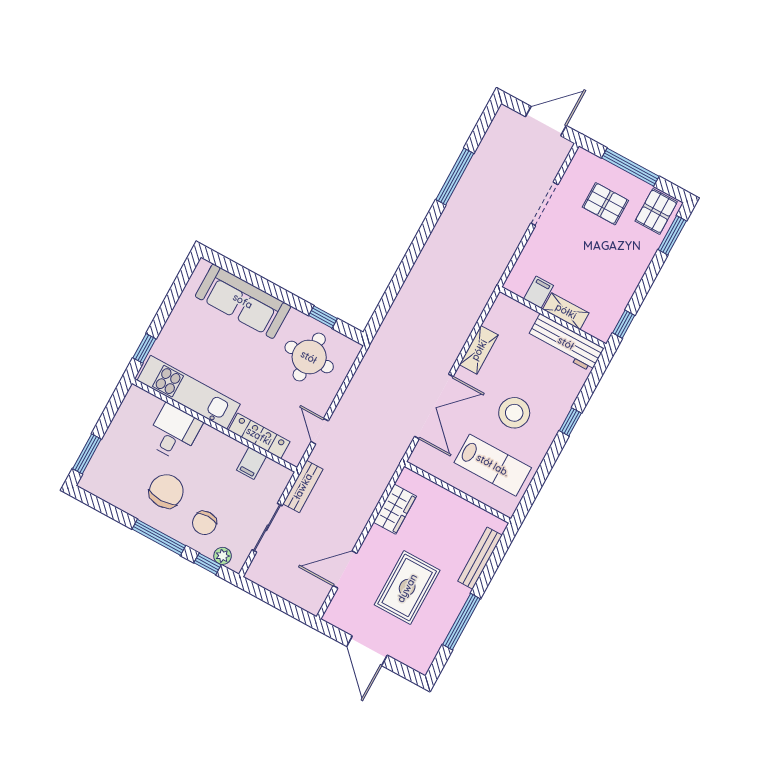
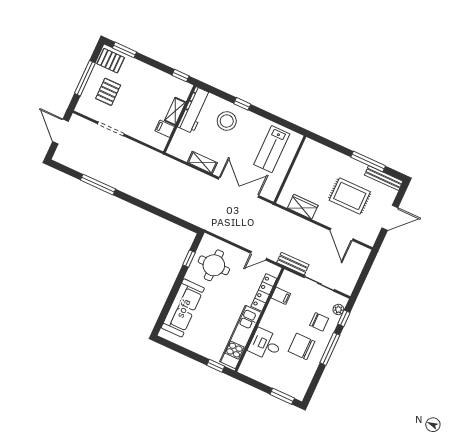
stool: (514, 413) -> (227, 121), moved
lab bench: (493, 465) -> (272, 149), turned 180
bench: (480, 558) -> (384, 178), moved

